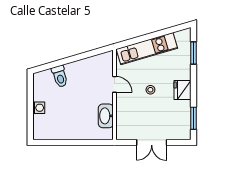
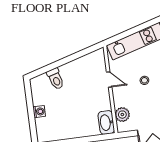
washbasin: (106, 116) -> (106, 122), moved
plant: (123, 122) -> (122, 115), added

